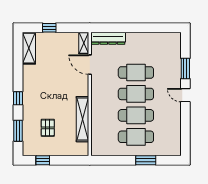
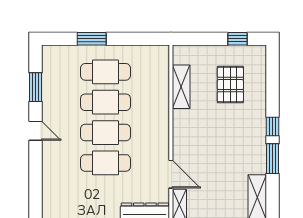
window: (185, 69) -> (36, 87), moved
shelving: (82, 119) -> (181, 87), width x0.68
pallet: (48, 128) -> (230, 85), width x1.50, depth x1.42
window: (18, 131) -> (272, 159), moved

